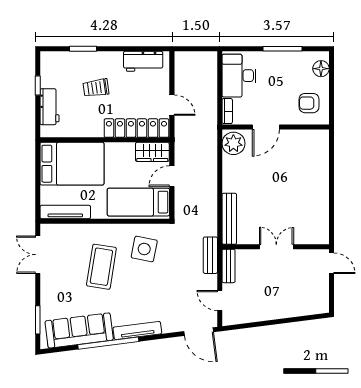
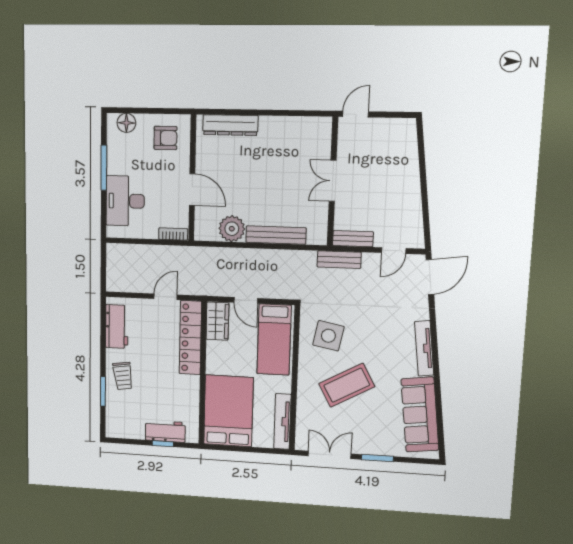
desk: (239, 76) -> (125, 201), moved, turned 90
window: (38, 85) -> (163, 444), moved
trolley: (96, 88) -> (123, 376), moved
armchair: (309, 103) -> (165, 138), turned -90
plant: (233, 143) -> (232, 229), moved
dresser: (321, 159) -> (230, 125), added
bench: (229, 219) -> (276, 235), moved
double door: (38, 255) -> (330, 455), swing flipped
coffee table: (101, 267) -> (347, 385), turned -38
window: (38, 320) -> (377, 458), moved
window: (108, 343) -> (437, 382), removed

